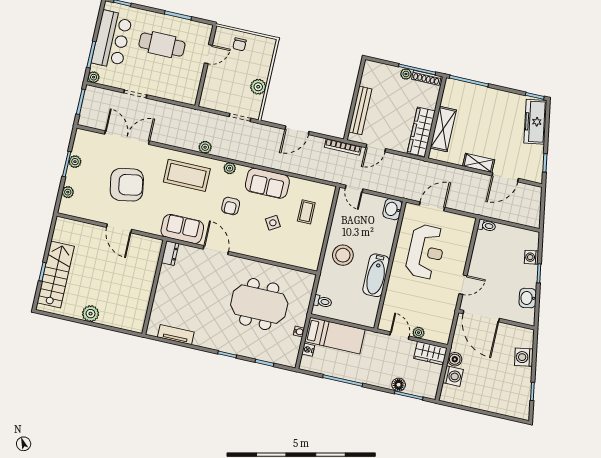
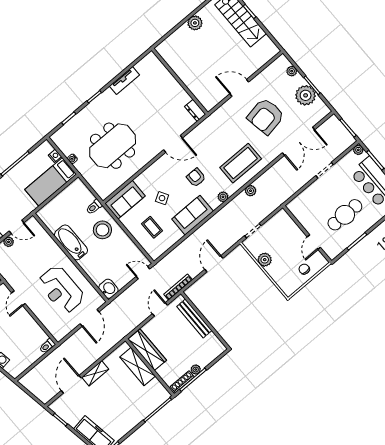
plant: (75, 162) -> (306, 95), width x1.88, depth x1.88
sofa: (182, 229) -> (125, 200), moved
toilet: (323, 301) -> (94, 207), moved
tv unit: (176, 335) -> (124, 81), moved

